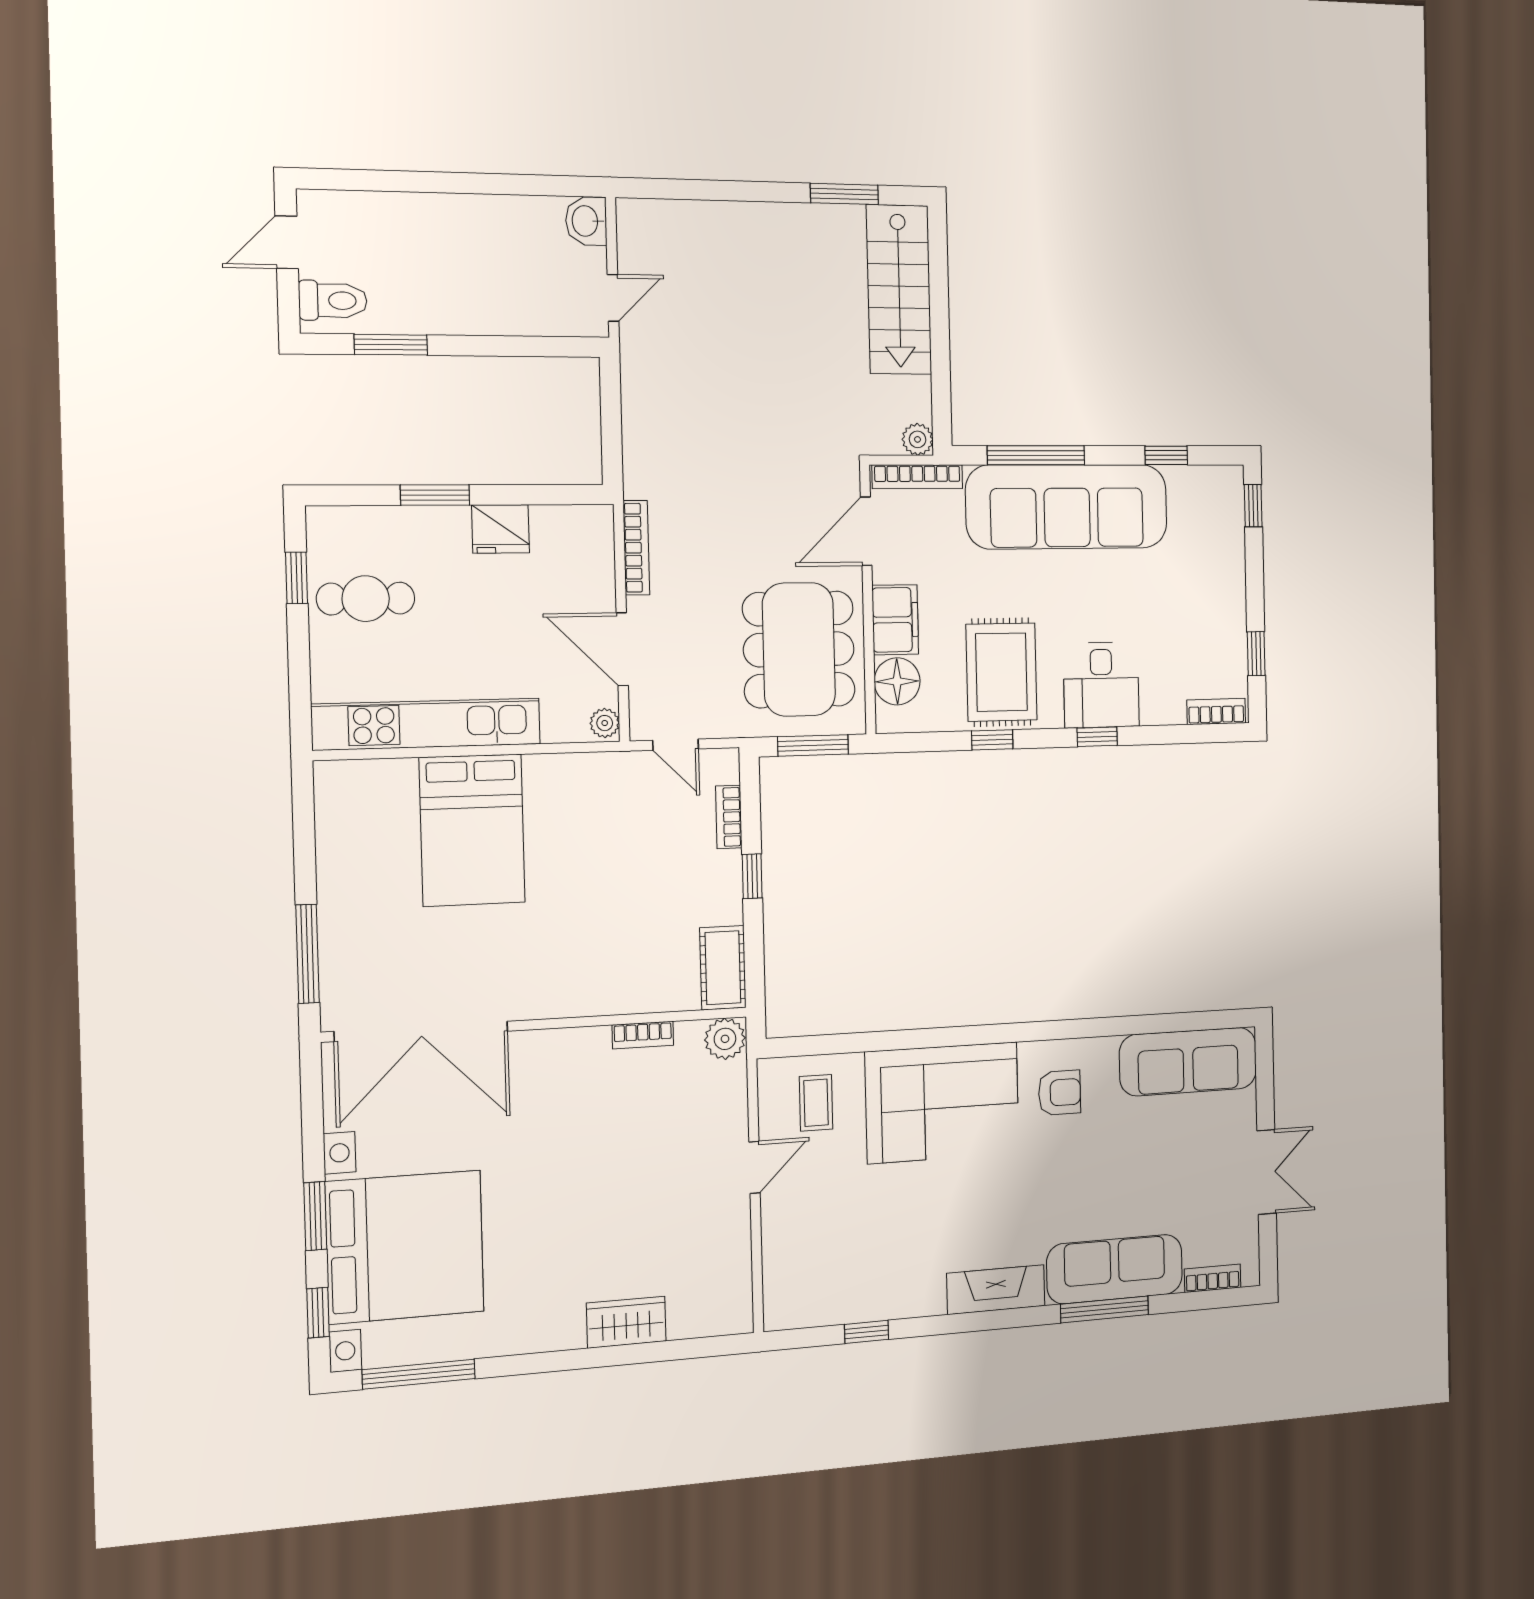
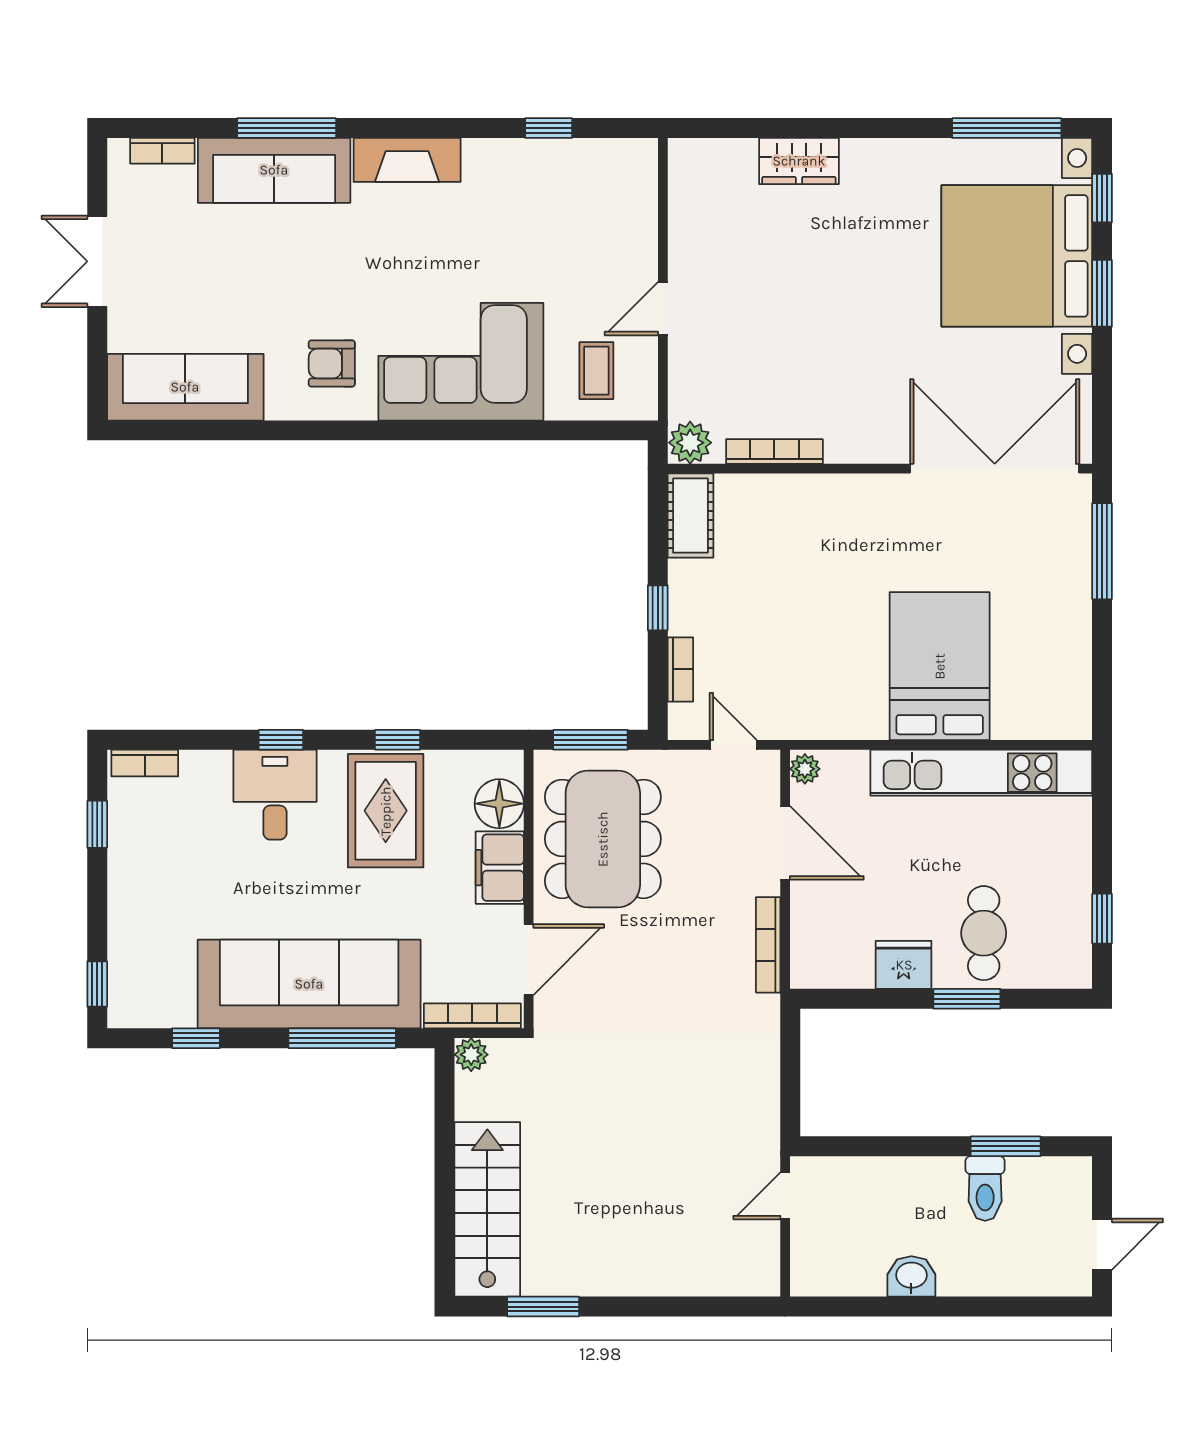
washbasin: (586, 221) -> (911, 1276), moved, turned -90
toilet: (333, 300) -> (985, 1188), moved, turned -90
cafe table: (366, 599) -> (984, 933), moved, turned 90
bookcase: (643, 1035) -> (774, 452), width x1.56

